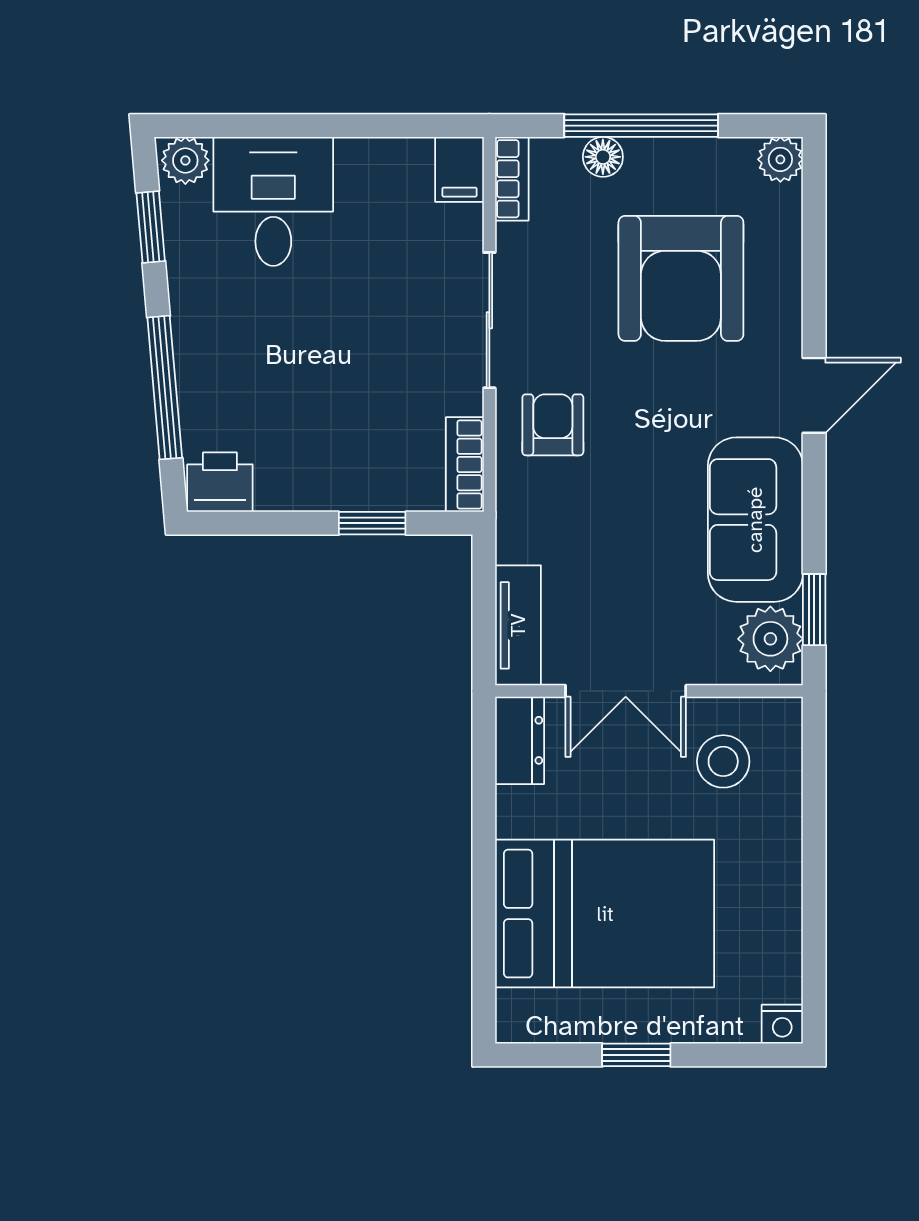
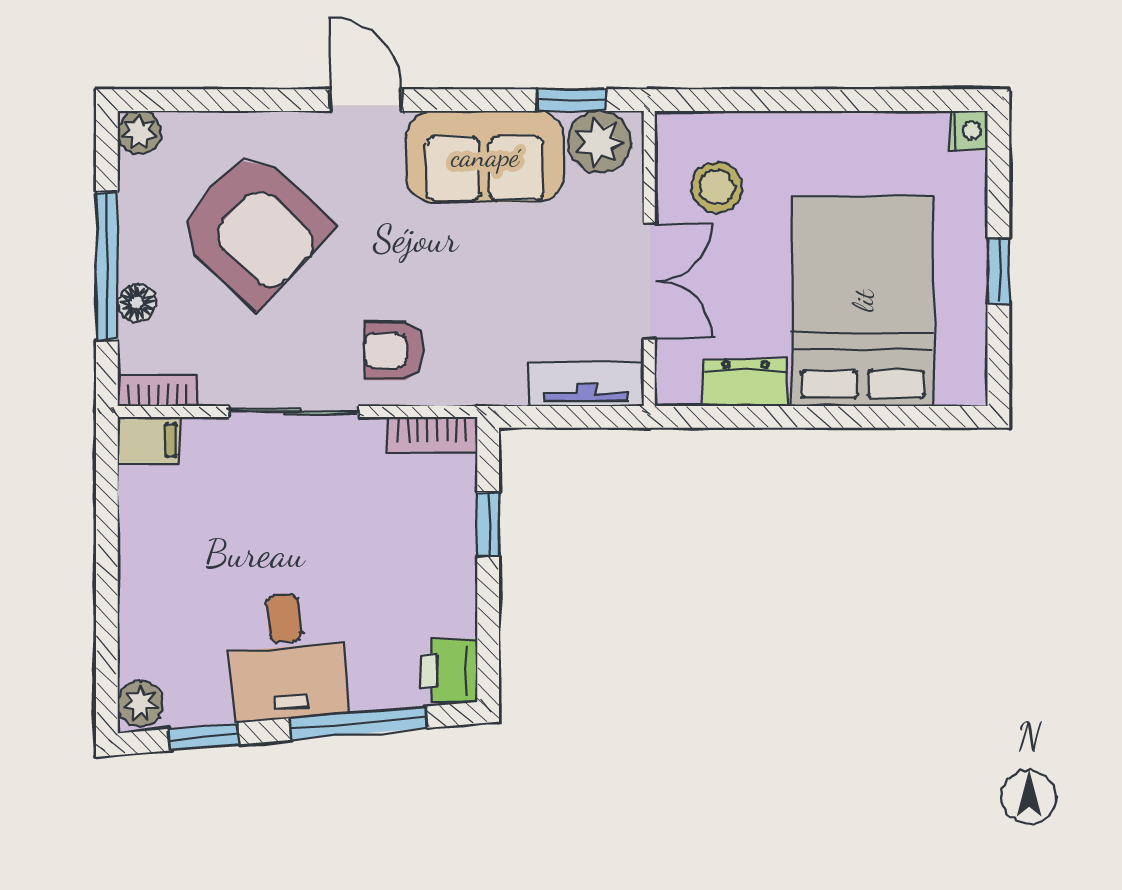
desk: (273, 201) -> (287, 656), moved, turned -95
armchair: (681, 278) -> (253, 228), turned 43
dresser: (520, 740) -> (746, 383), moved

